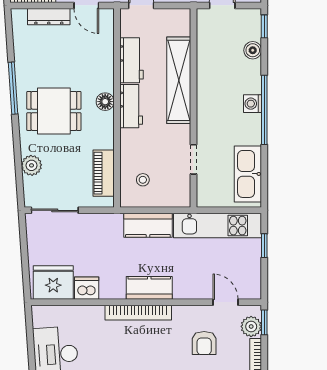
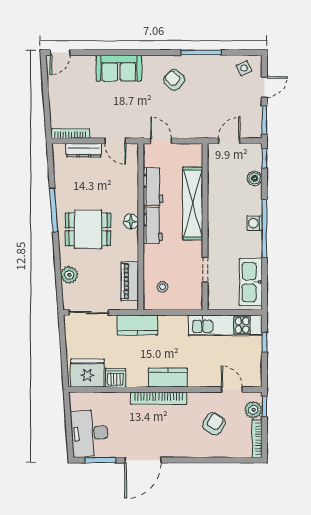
kitchen counter: (148, 225) -> (137, 325), moved
armchair: (204, 343) -> (214, 424), turned -149

